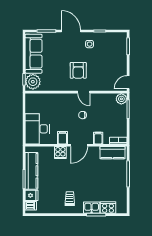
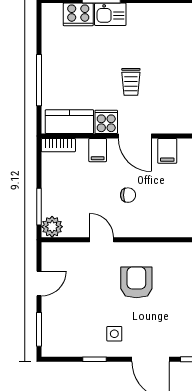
door: (128, 82) -> (39, 284), moved
door: (84, 92) -> (102, 240), moved
door: (79, 145) -> (135, 136), swing flipped
cooker: (60, 153) -> (106, 122), moved
trolley: (70, 199) -> (131, 82), moved

